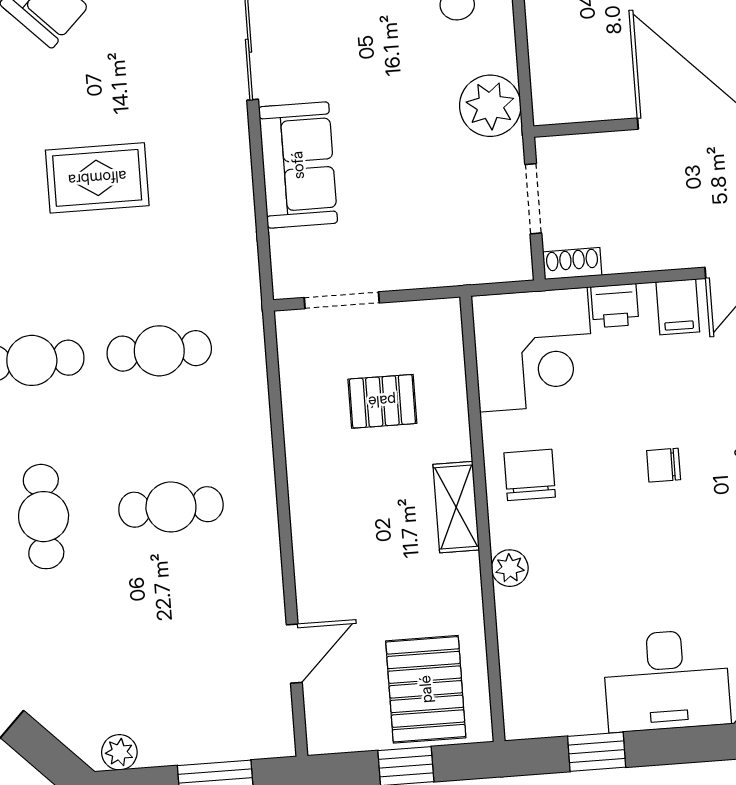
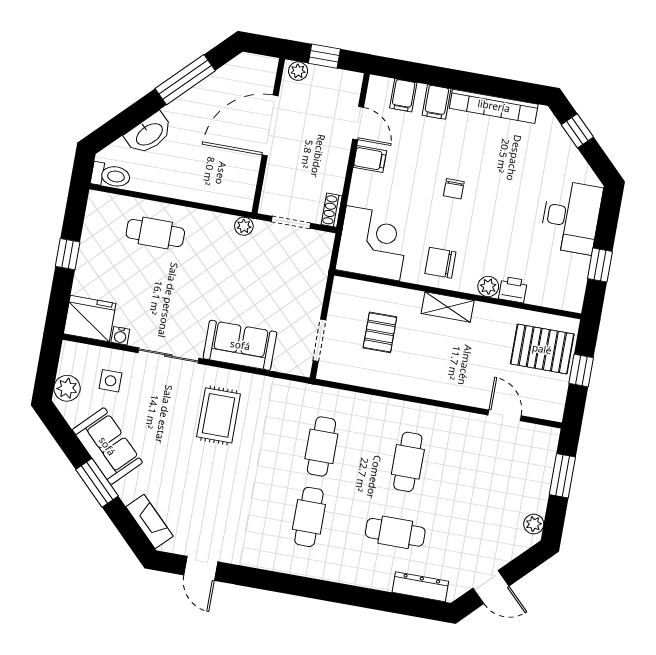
plant: (490, 106) -> (244, 226), width x0.53, depth x0.53
rug: (97, 178) -> (219, 415), moved
printer: (615, 306) -> (513, 290), moved, turned -90

